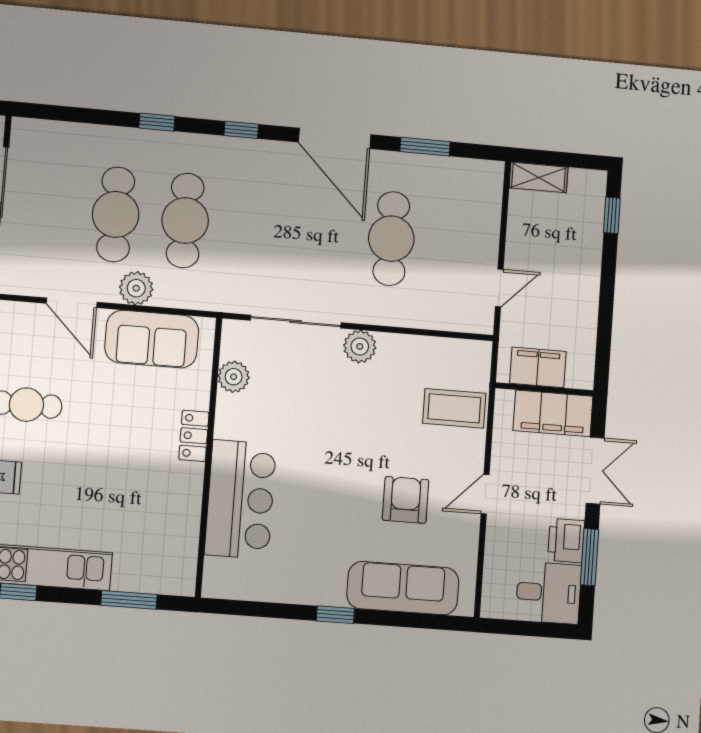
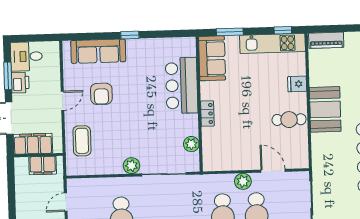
sofa: (152, 339) -> (212, 58), moved, turned 90
coffee table: (454, 408) -> (82, 141), turned 90

